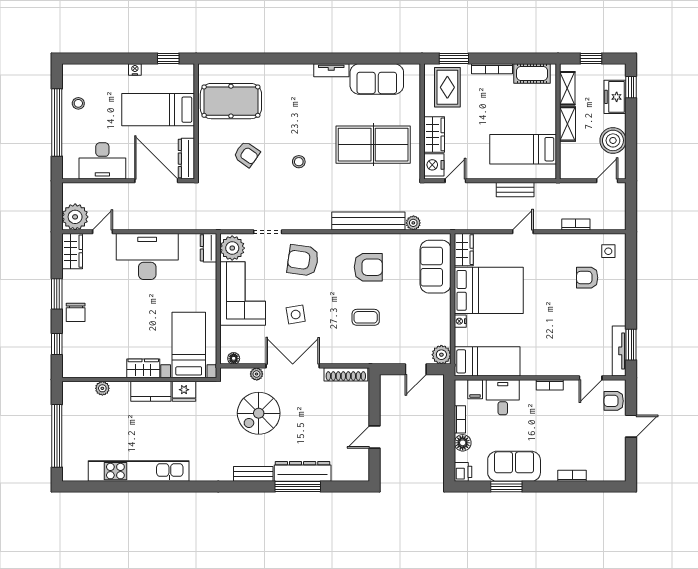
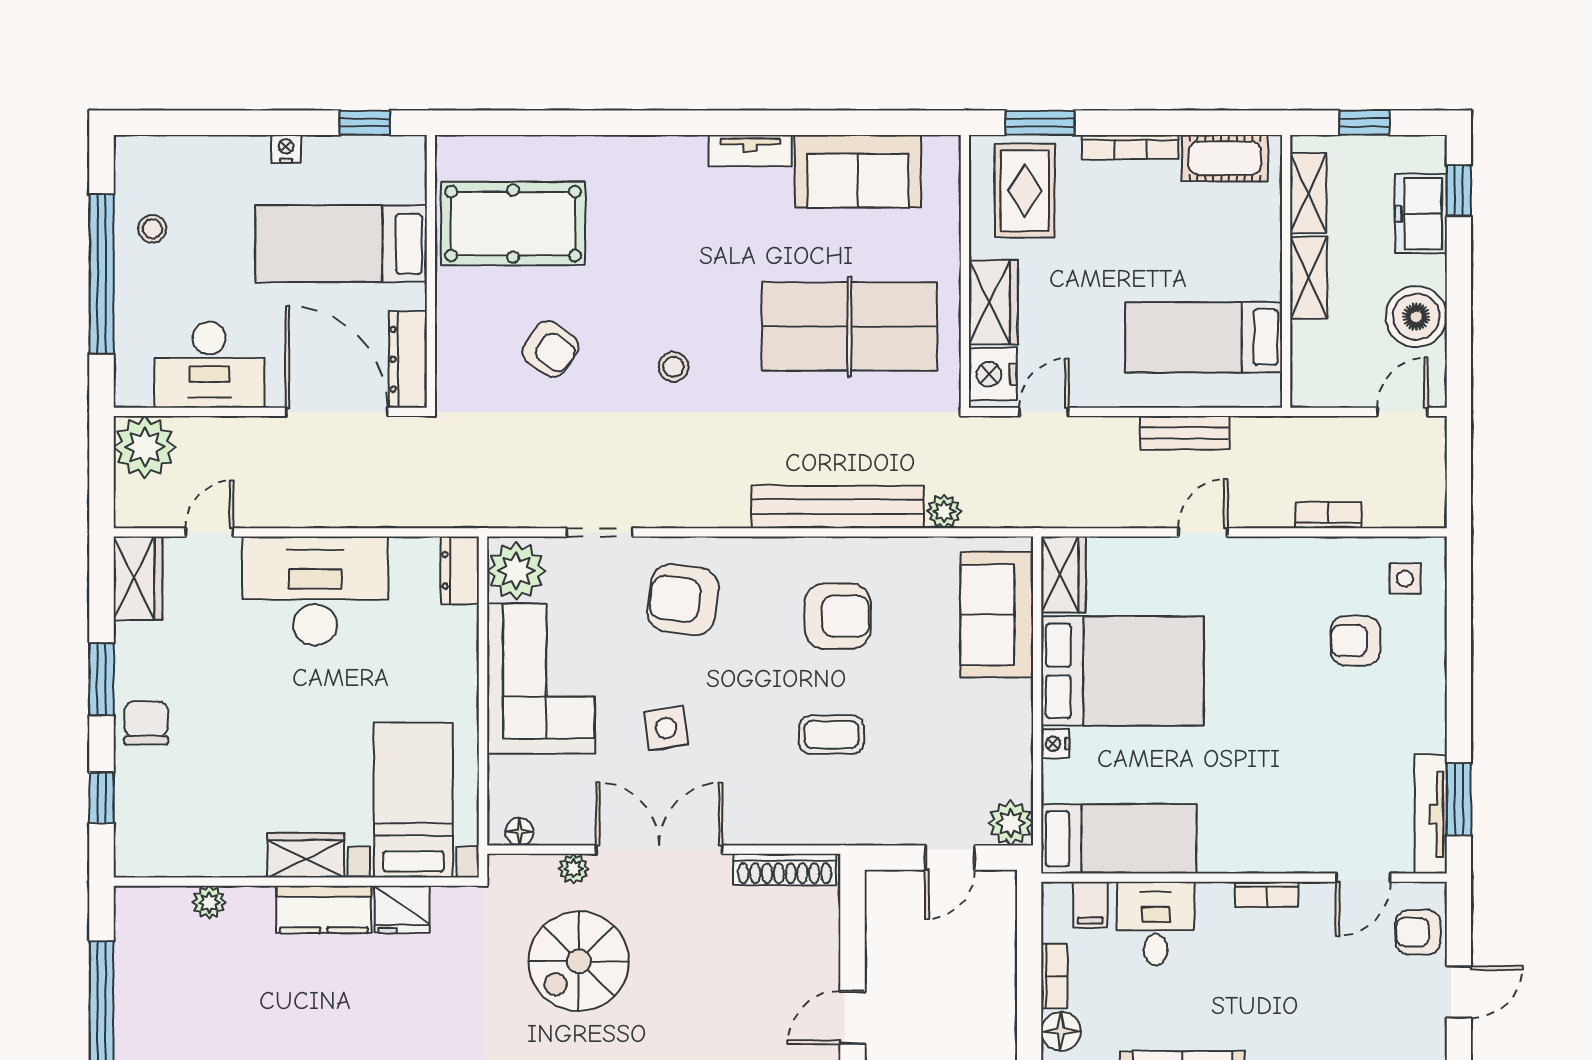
plant: (75, 217) -> (145, 447), moved
chair: (76, 312) -> (146, 723), turned 180

